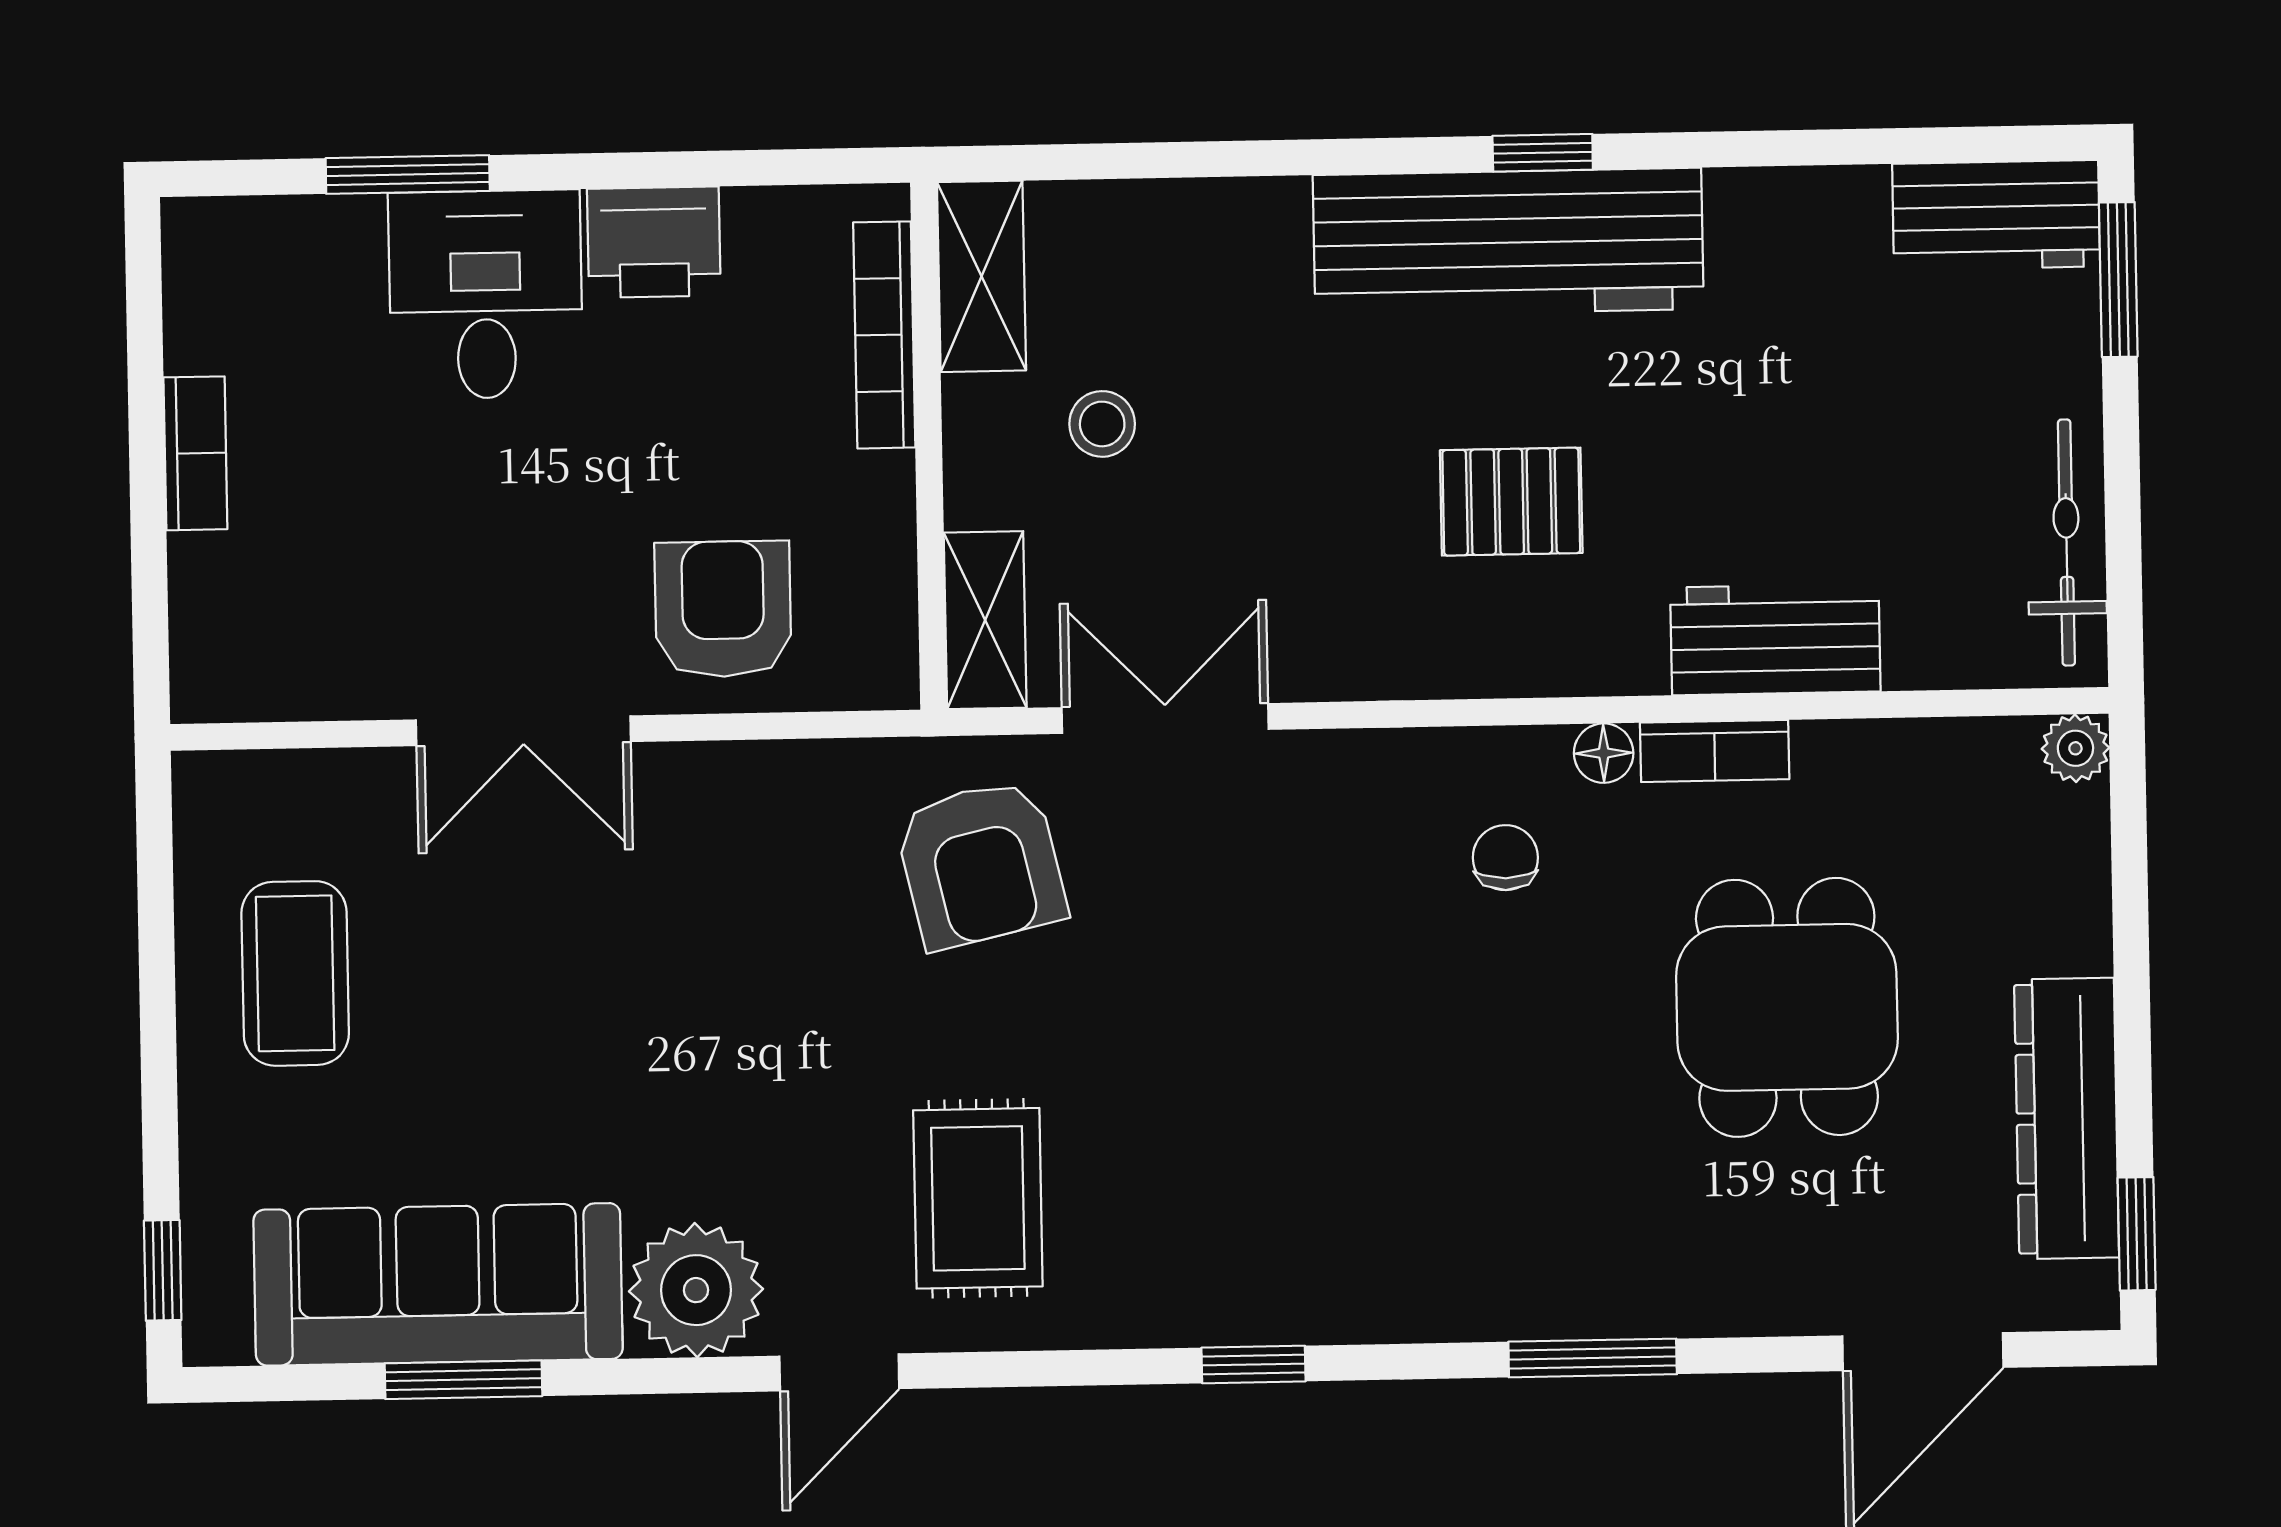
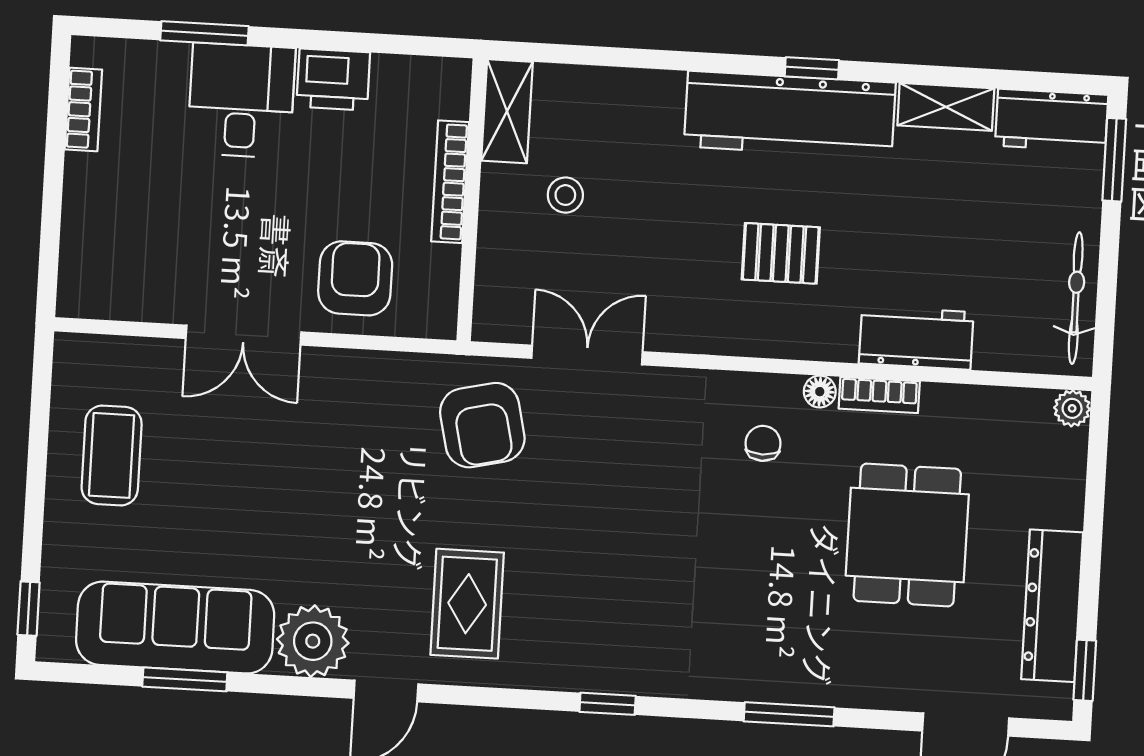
bookcase: (884, 335) -> (450, 182), moved
bookcase: (195, 453) -> (83, 109), moved
shelving: (985, 620) -> (946, 107), moved, turned 90

